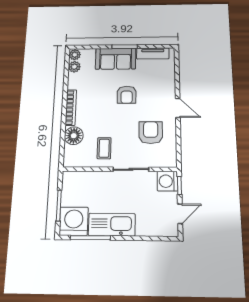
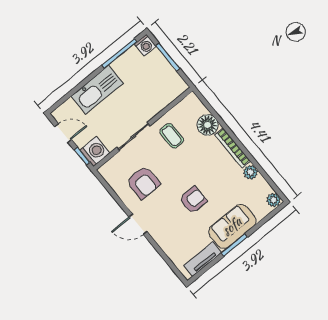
plant: (74, 67) -> (251, 172), moved
armchair: (127, 95) -> (193, 200), turned 90
door: (180, 214) -> (63, 133), swing flipped
washing machine: (74, 221) -> (145, 45), width x0.53, depth x0.53
kitchen sink: (112, 225) -> (97, 90), moved

